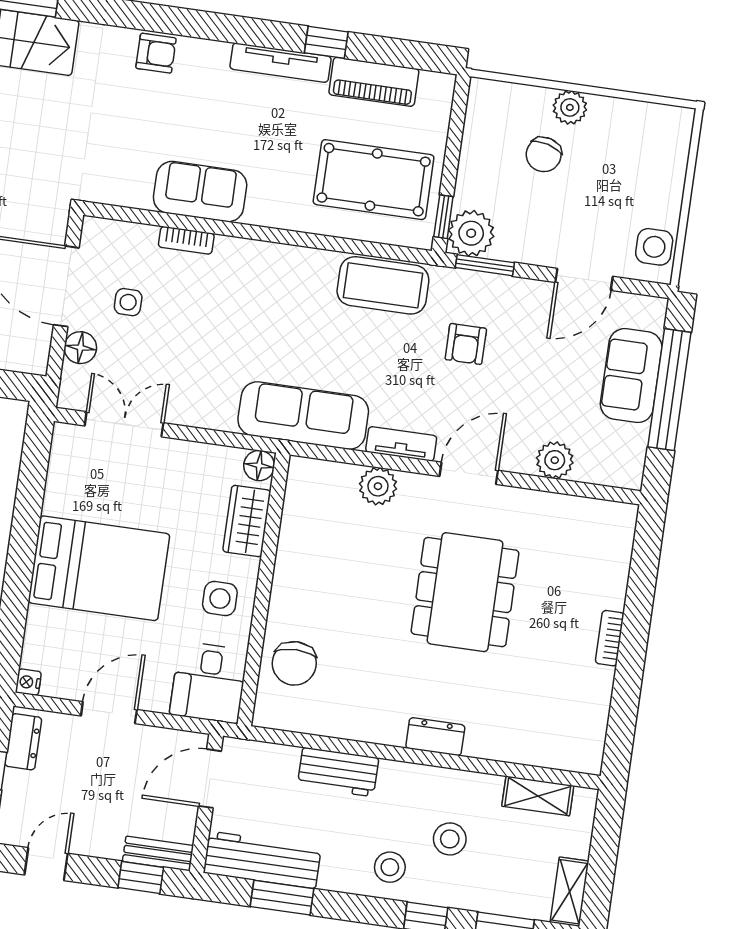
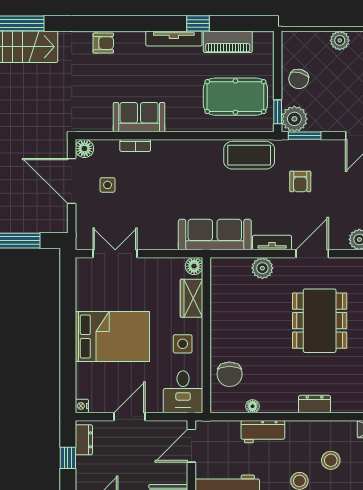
chair: (544, 154) -> (299, 79), moved
floor lamp: (80, 348) -> (84, 149), moved
floor lamp: (326, 725) -> (253, 406), added

